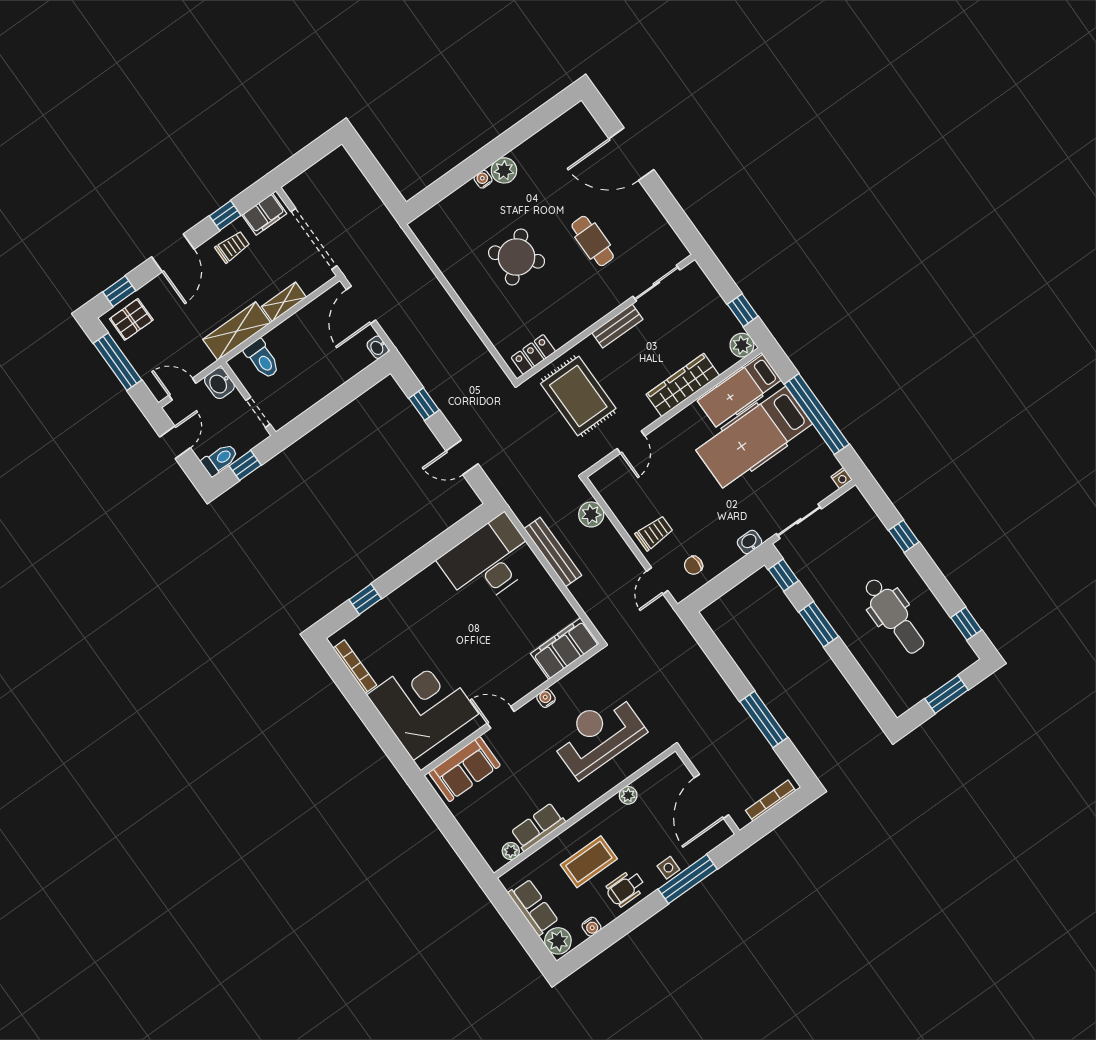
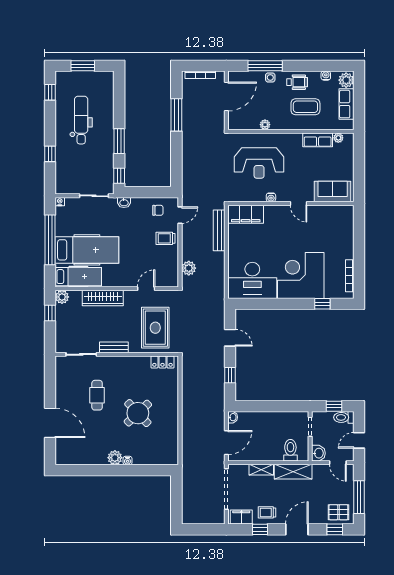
bench: (553, 552) -> (219, 230), moved
corner desk: (423, 704) -> (301, 275), moved, turned 90

